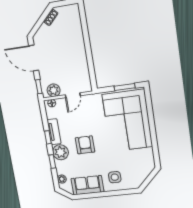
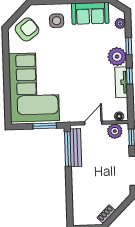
window: (92, 71) -> (68, 149), added
bench: (85, 72) -> (76, 148), added
window: (125, 87) -> (45, 126), moved
armchair: (85, 145) -> (27, 29), moved, turned -127

